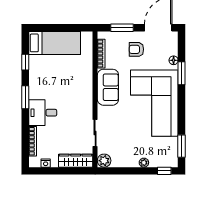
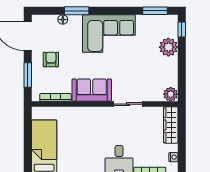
armchair: (136, 49) -> (51, 59), turned 180
corner sofa: (154, 103) -> (109, 34), width x0.73, depth x0.74
sliding door: (95, 133) -> (128, 104), moved
plant: (144, 163) -> (168, 47), width x1.88, depth x1.88

